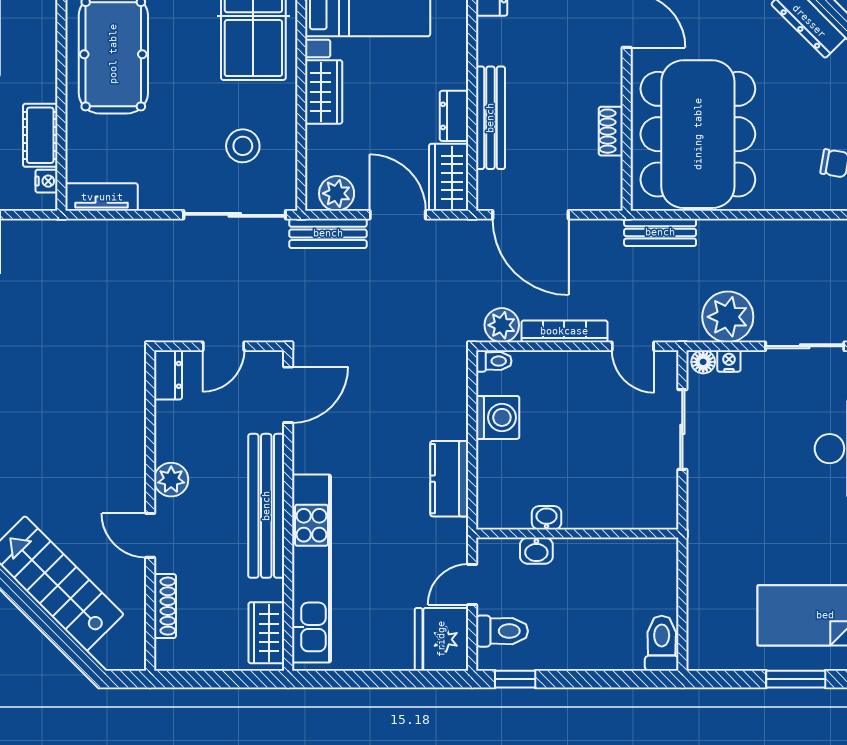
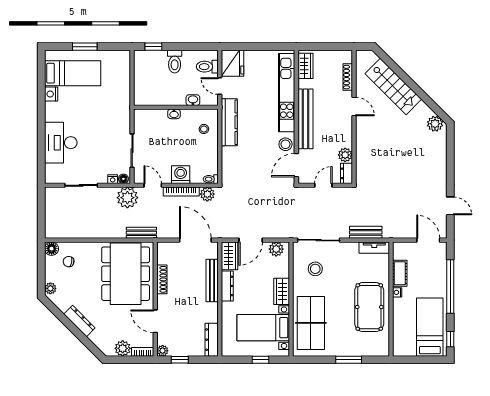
dresser: (454, 116) -> (227, 286), width x1.44
shoe rack: (611, 131) -> (162, 279), width x1.43
nightstand: (46, 181) -> (397, 292), moved
door: (398, 215) -> (251, 240), hinge flipped
bench: (328, 233) -> (366, 232), moved
plant: (728, 317) -> (127, 198), moved
washing machine: (498, 417) -> (181, 175), moved, turned 90
stool: (314, 445) -> (285, 144), added
kitchen counter: (449, 479) -> (229, 122), width x1.50
plant: (171, 480) -> (345, 155), moved
stool: (510, 481) -> (204, 129), added
washbasin: (547, 518) -> (174, 114), moved
door: (472, 584) -> (220, 86), swing flipped
toilet: (662, 643) -> (175, 62), moved
window: (515, 679) -> (153, 47), moved

